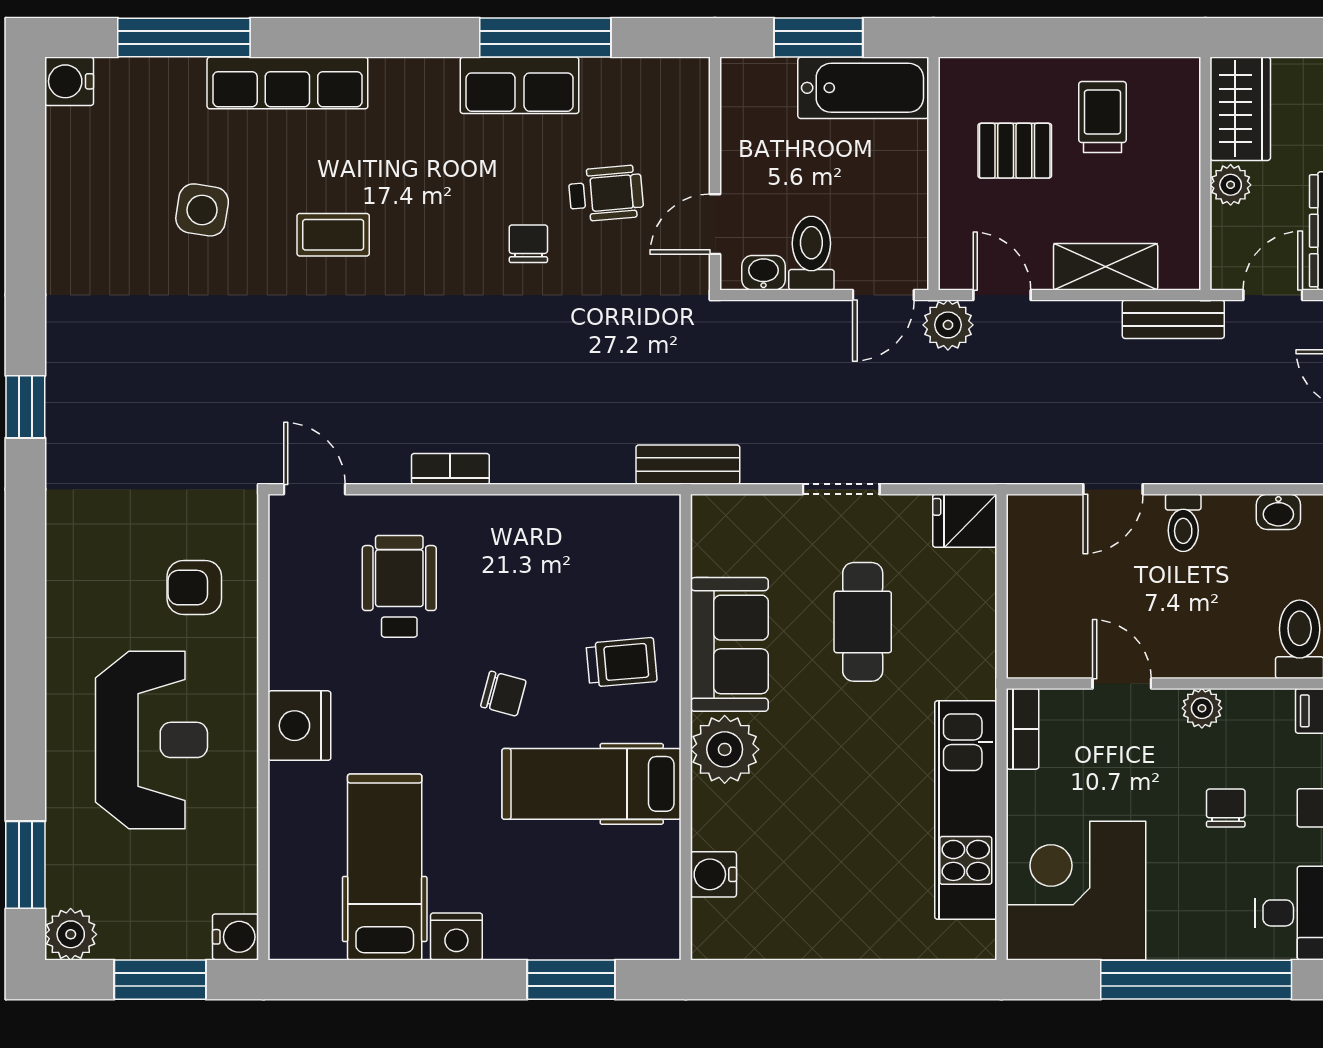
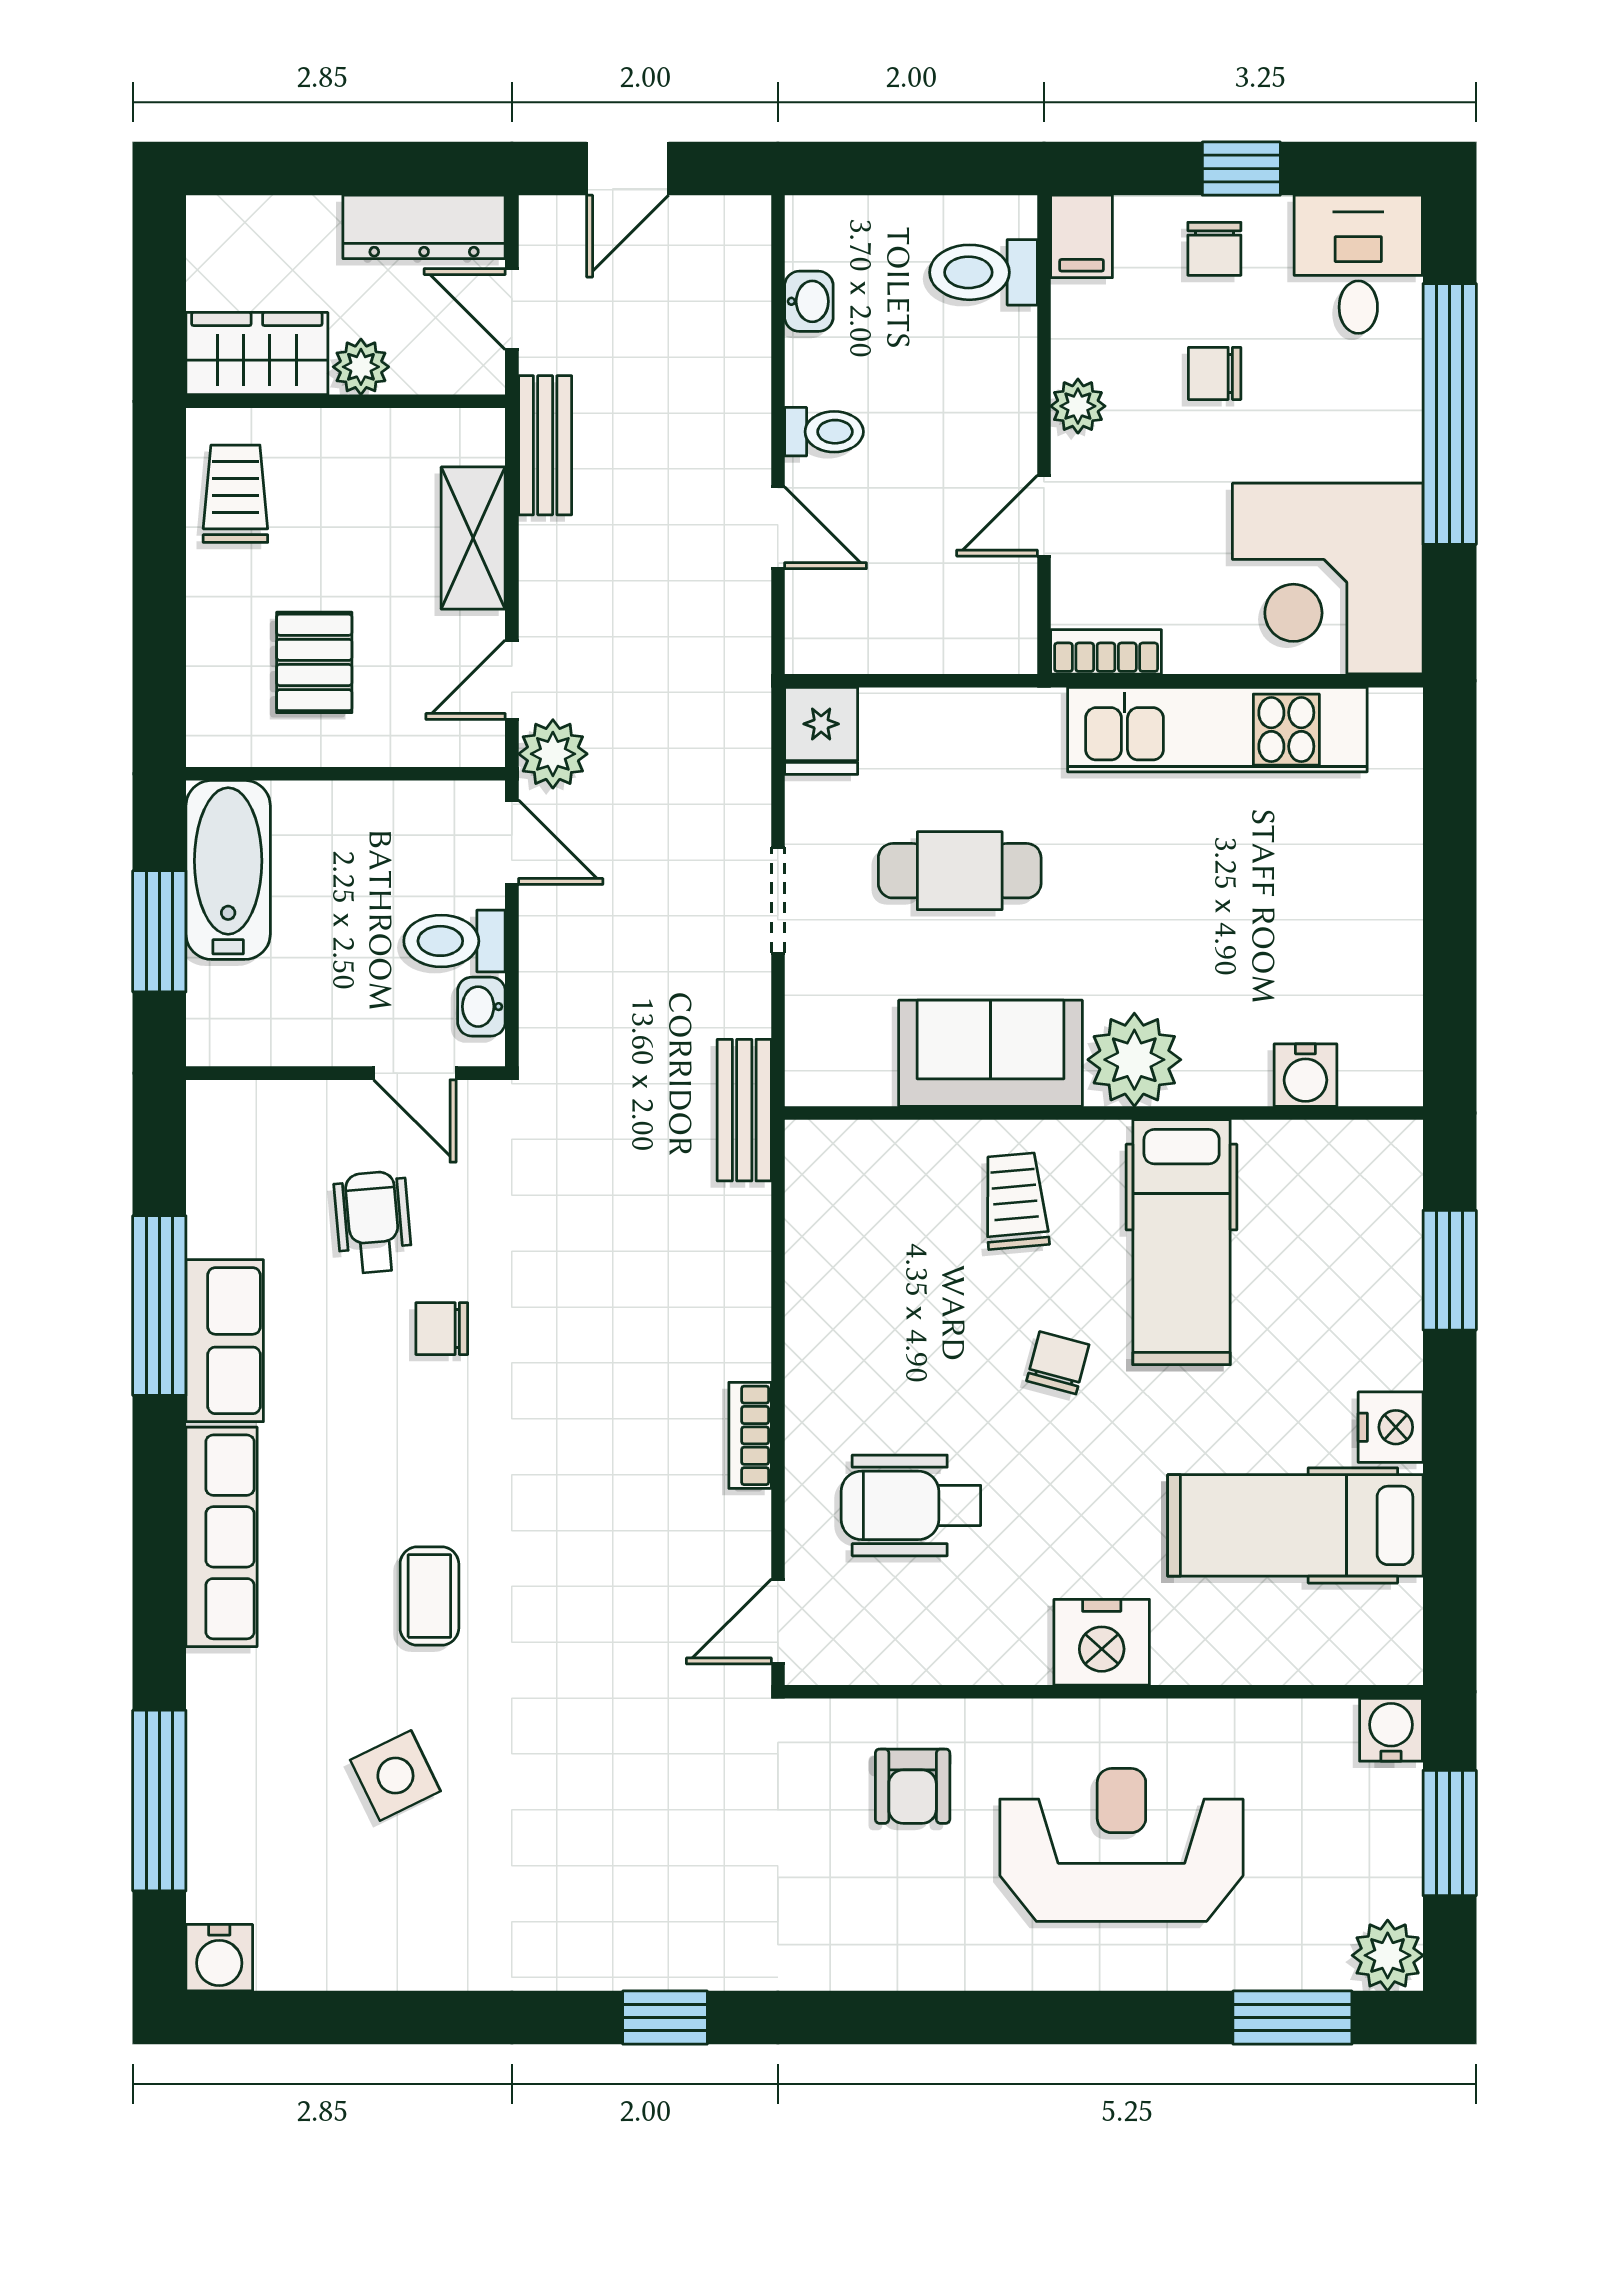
row of seats: (287, 83) -> (221, 1537), moved
trolley: (1102, 117) -> (235, 494), moved, turned 90
side table: (202, 210) -> (395, 1776), turned -35

